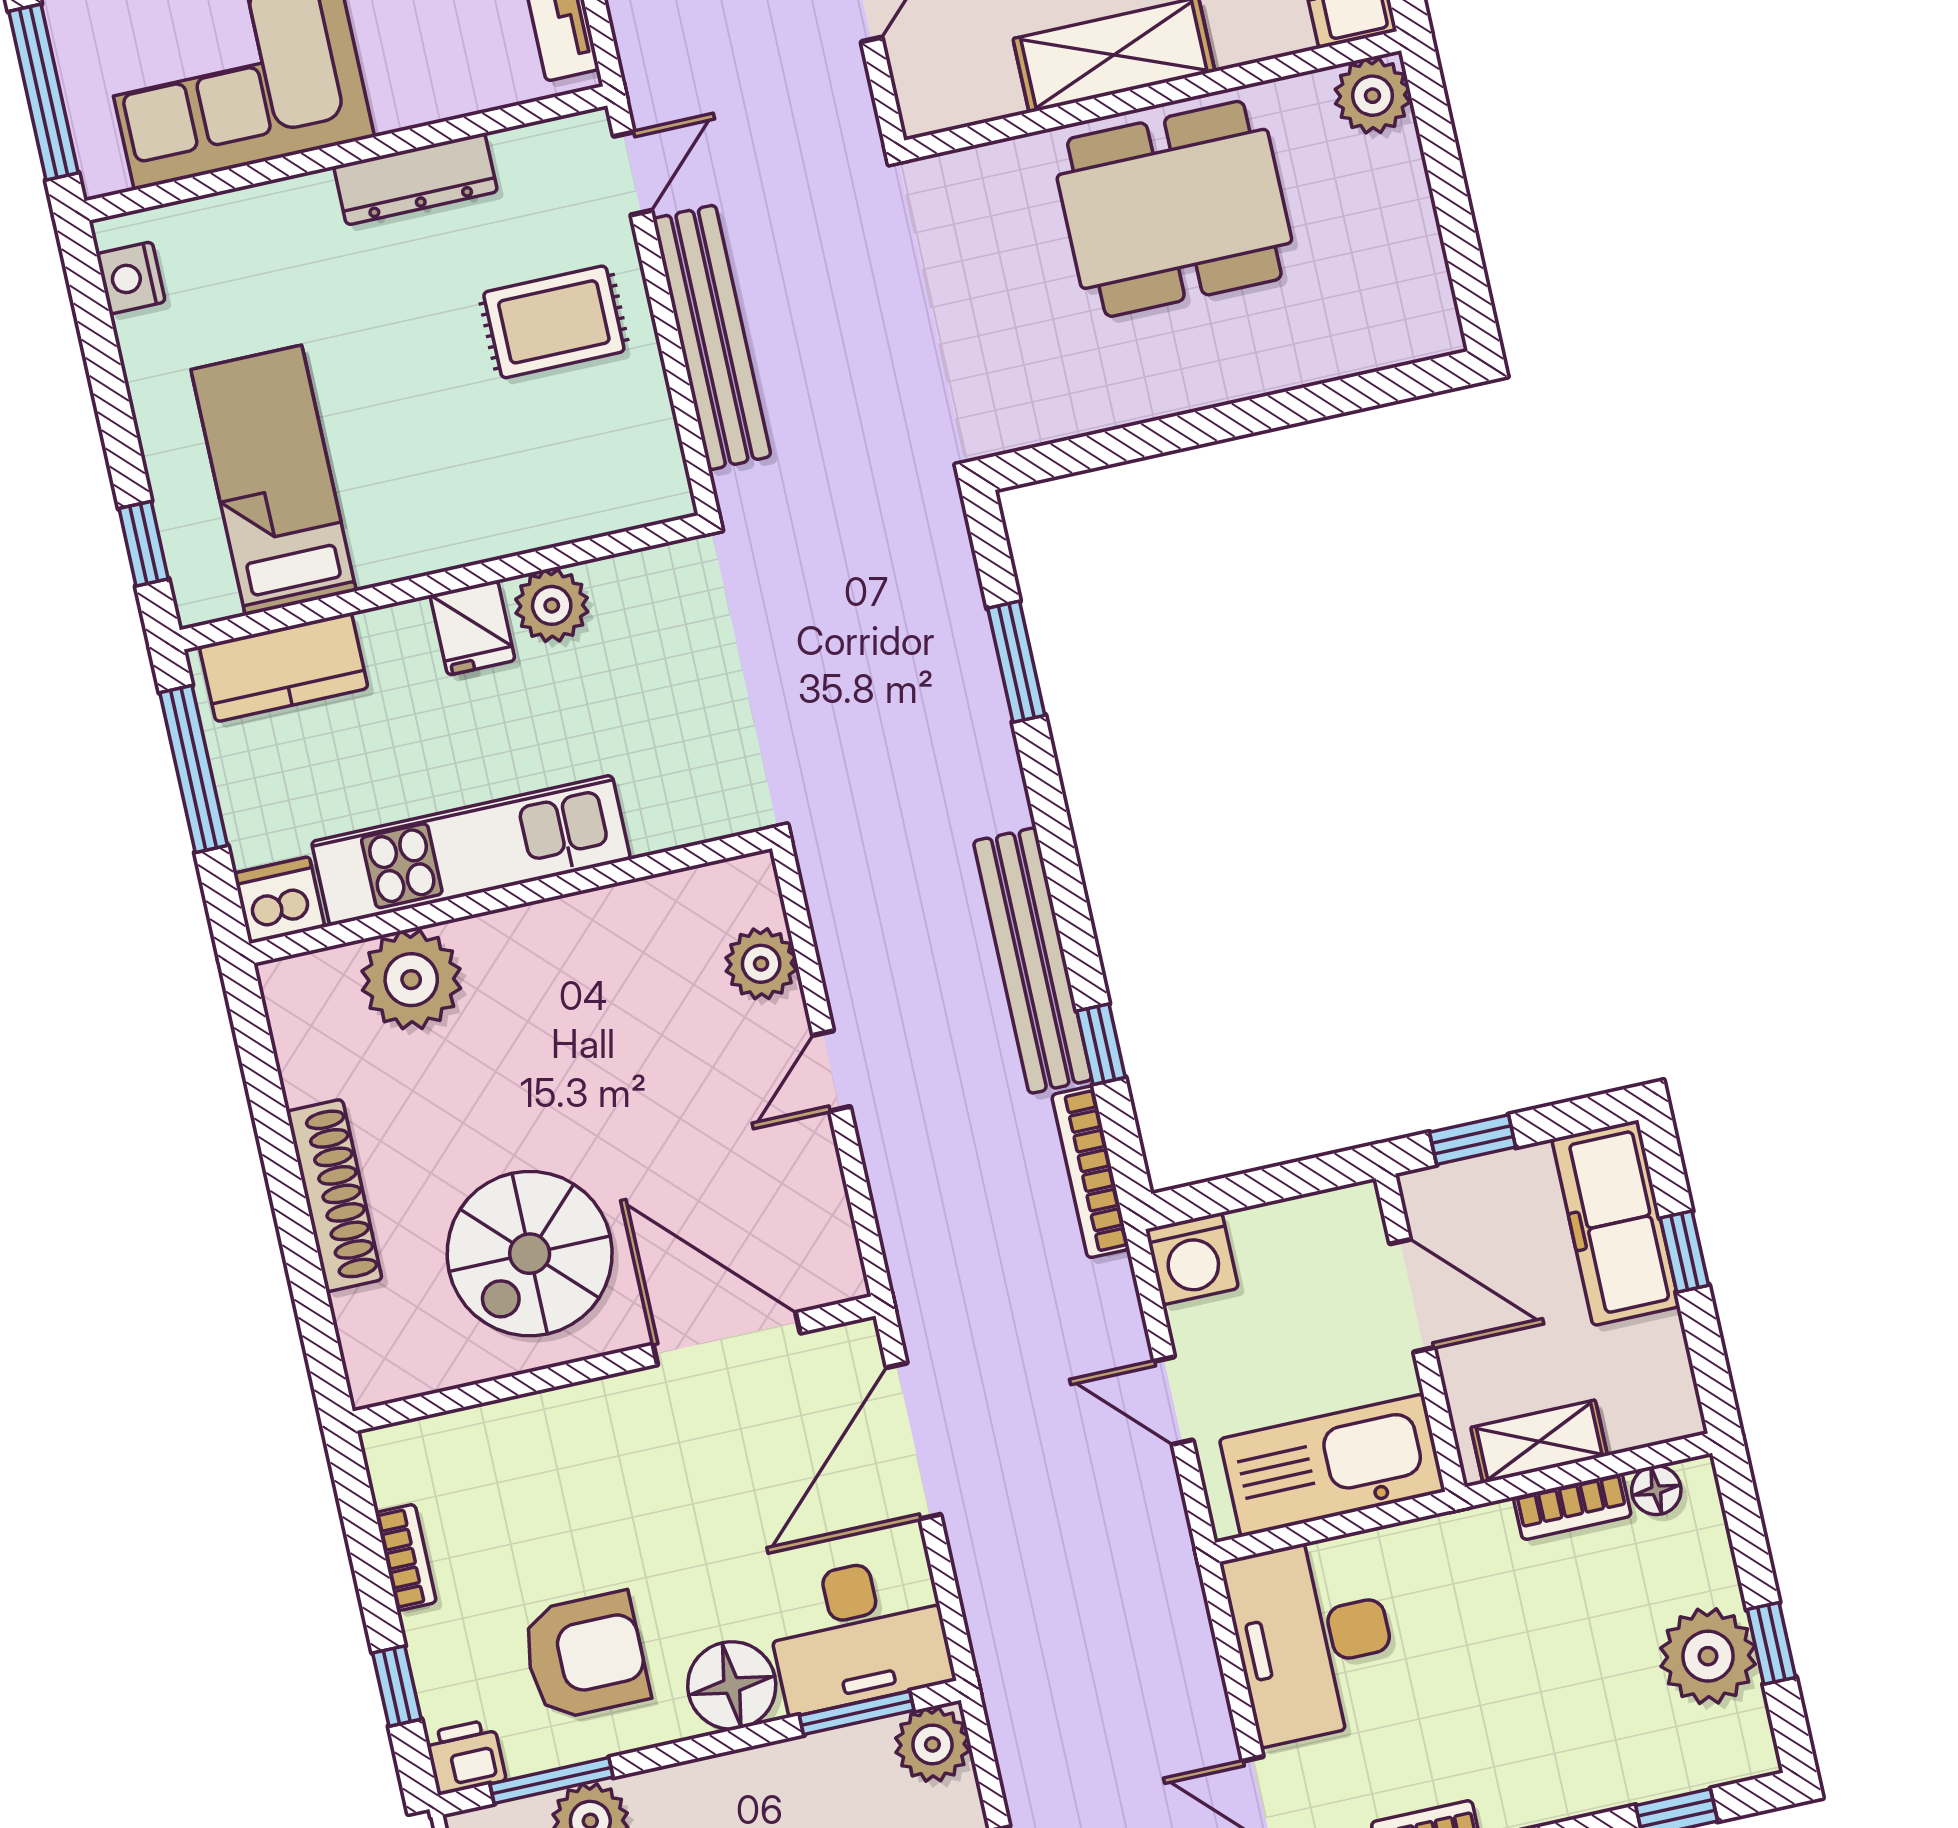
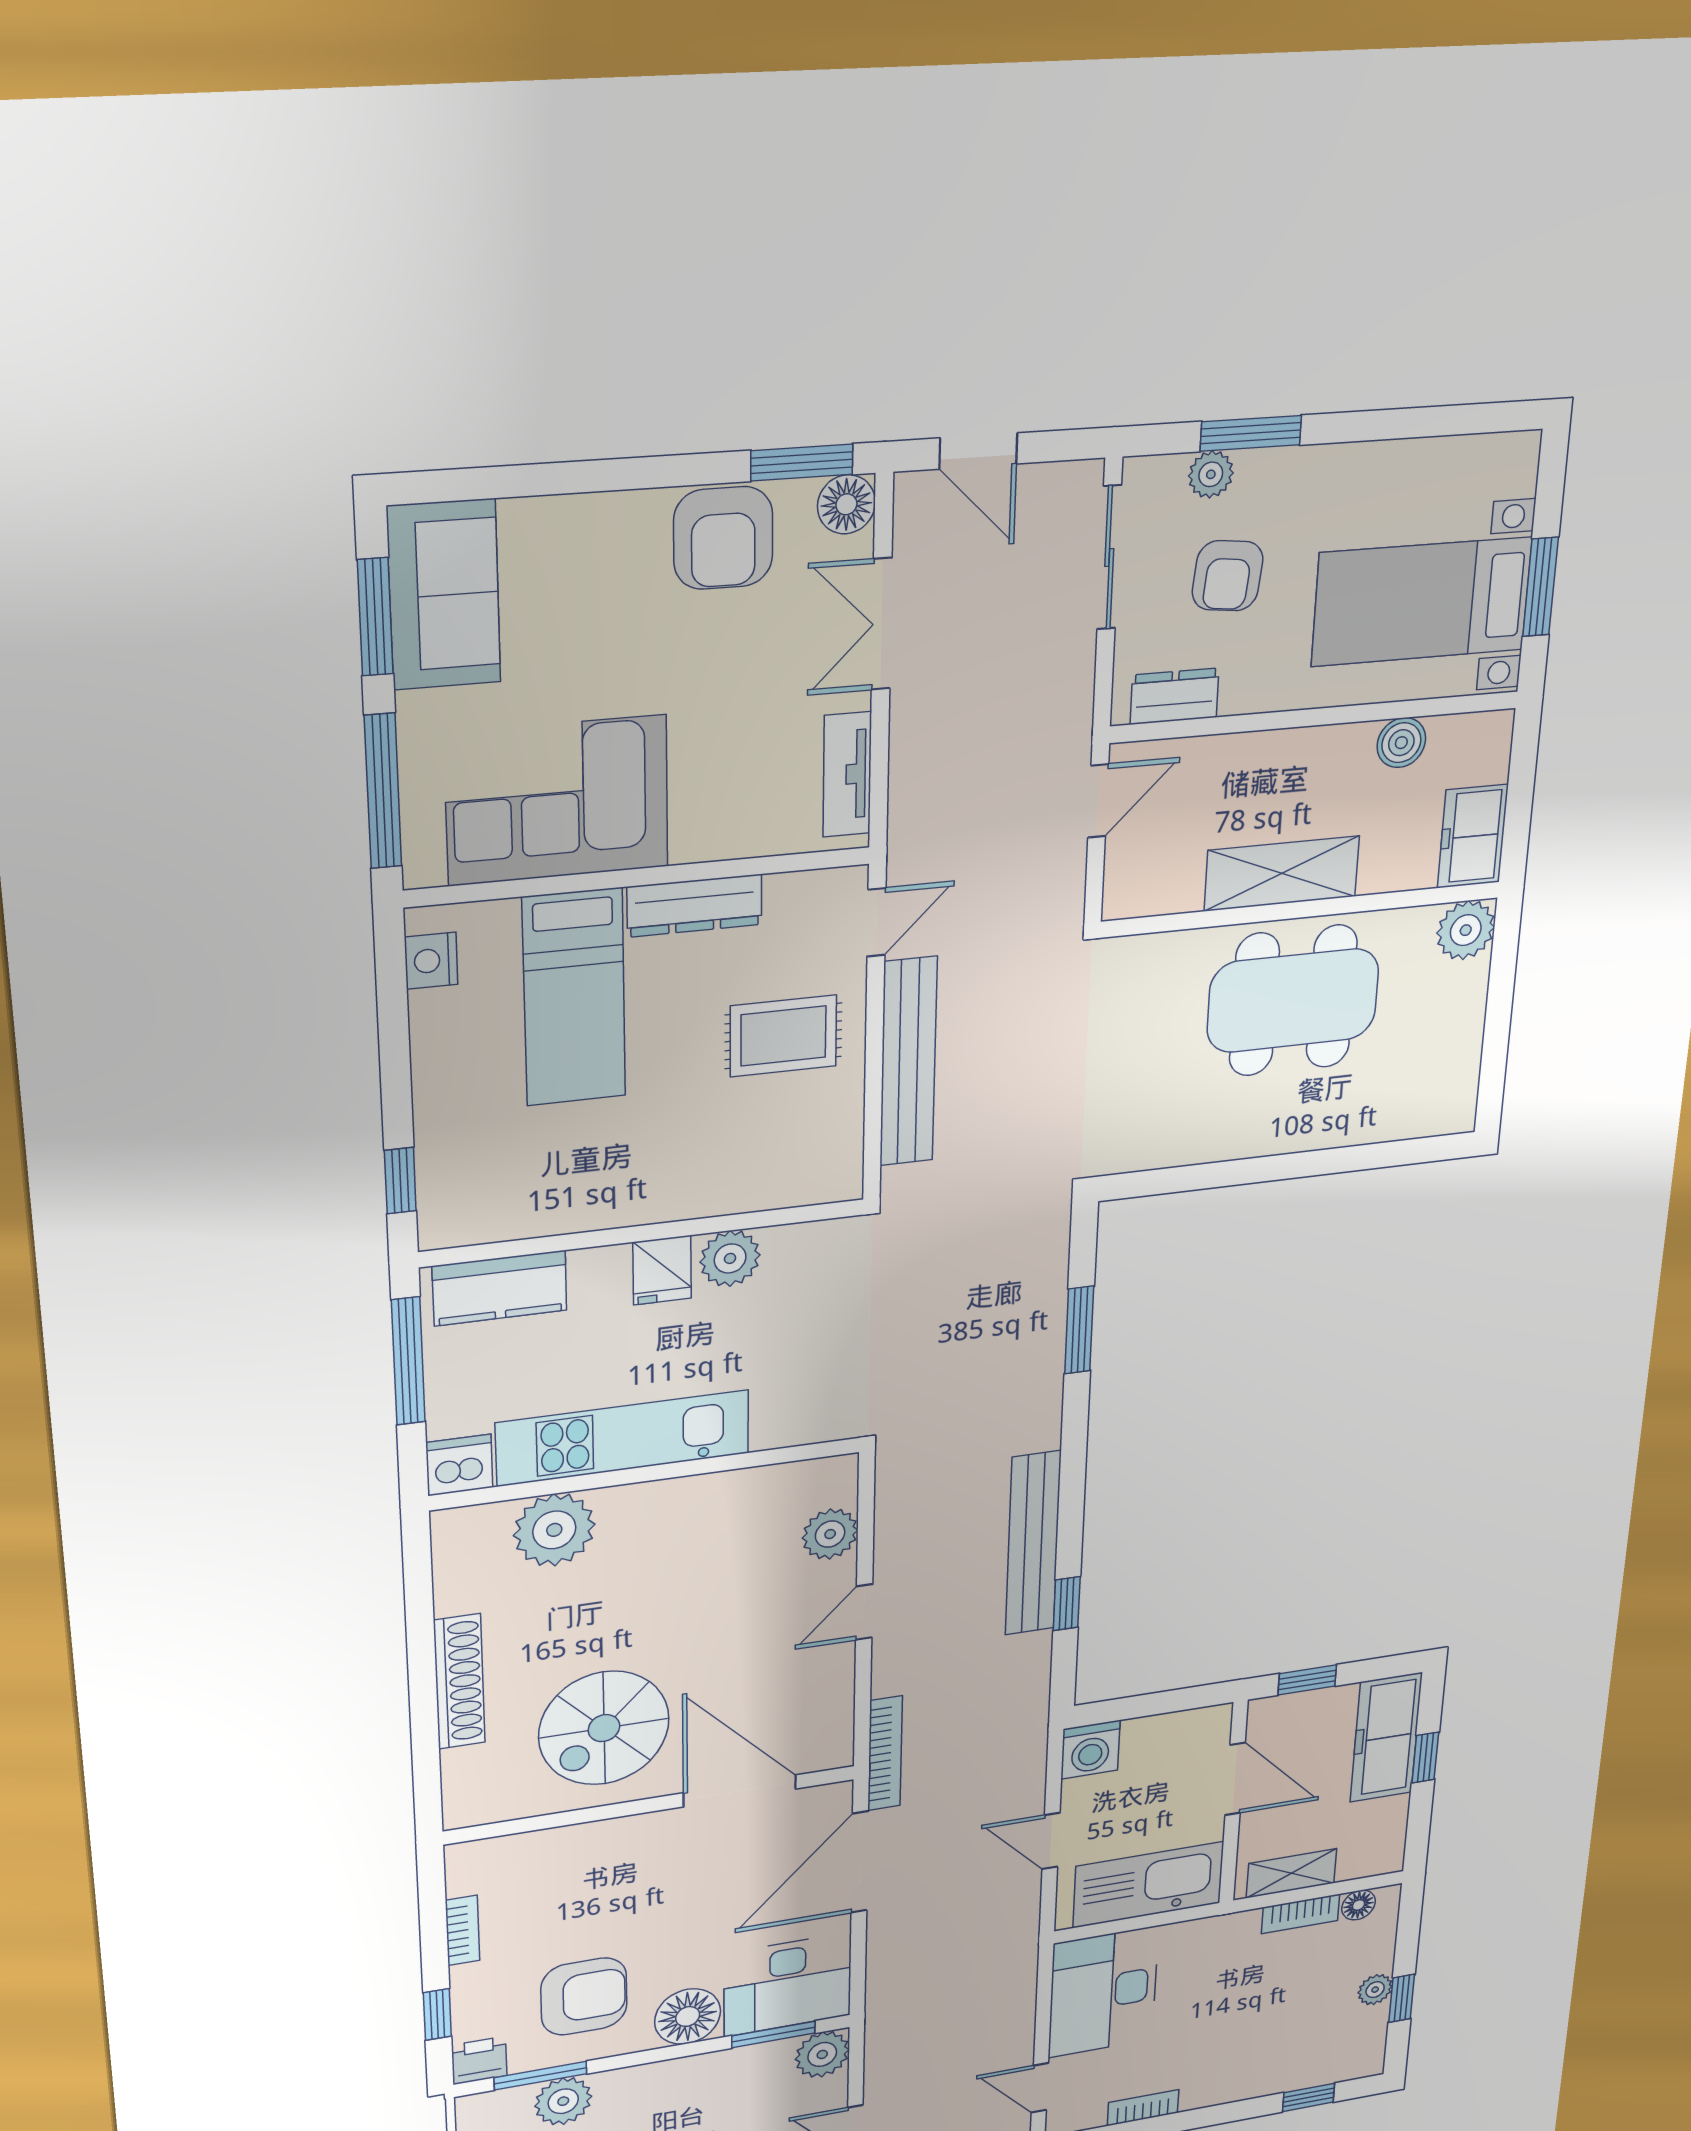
bed: (274, 480) -> (574, 998), moved, turned 180
bookcase: (1091, 1172) -> (885, 1753), moved, turned 180
plant: (1708, 1656) -> (1375, 1990), width x0.53, depth x0.53

